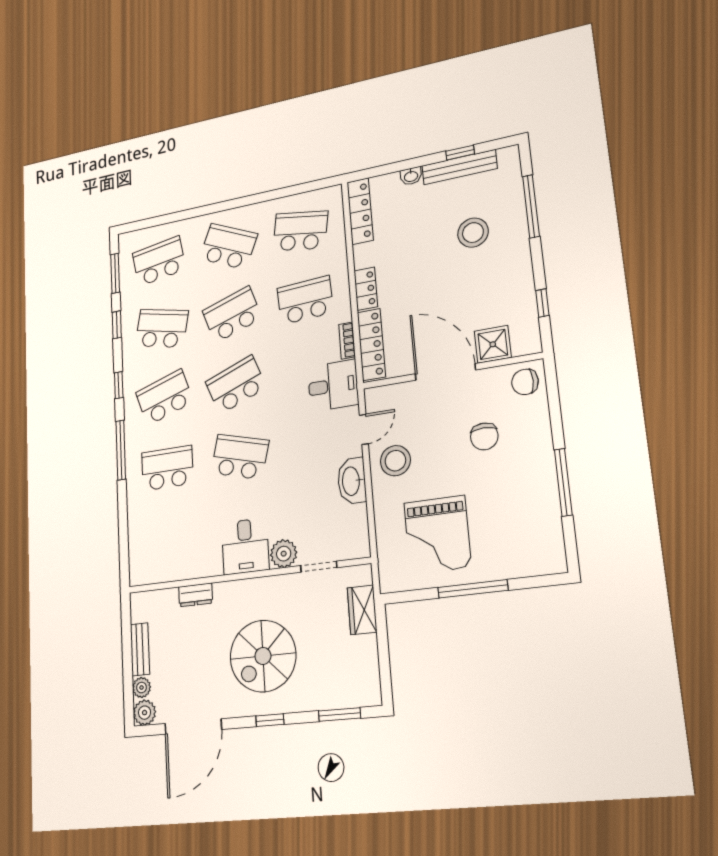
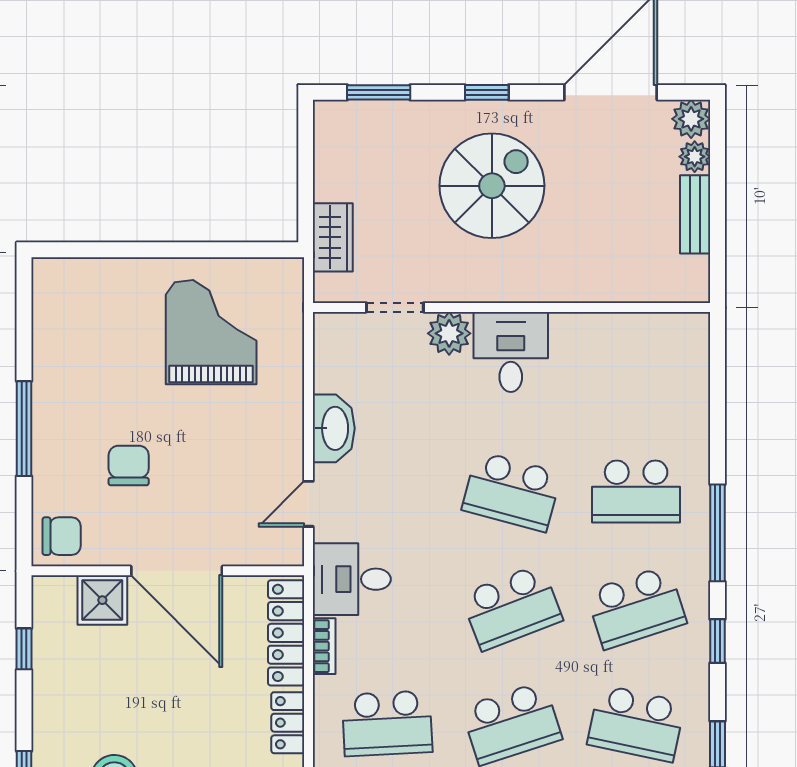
stool: (395, 461) -> (264, 449), removed
window: (563, 482) -> (24, 429), moved
window: (473, 589) -> (167, 250), removed
dresser: (196, 595) -> (597, 288), removed

